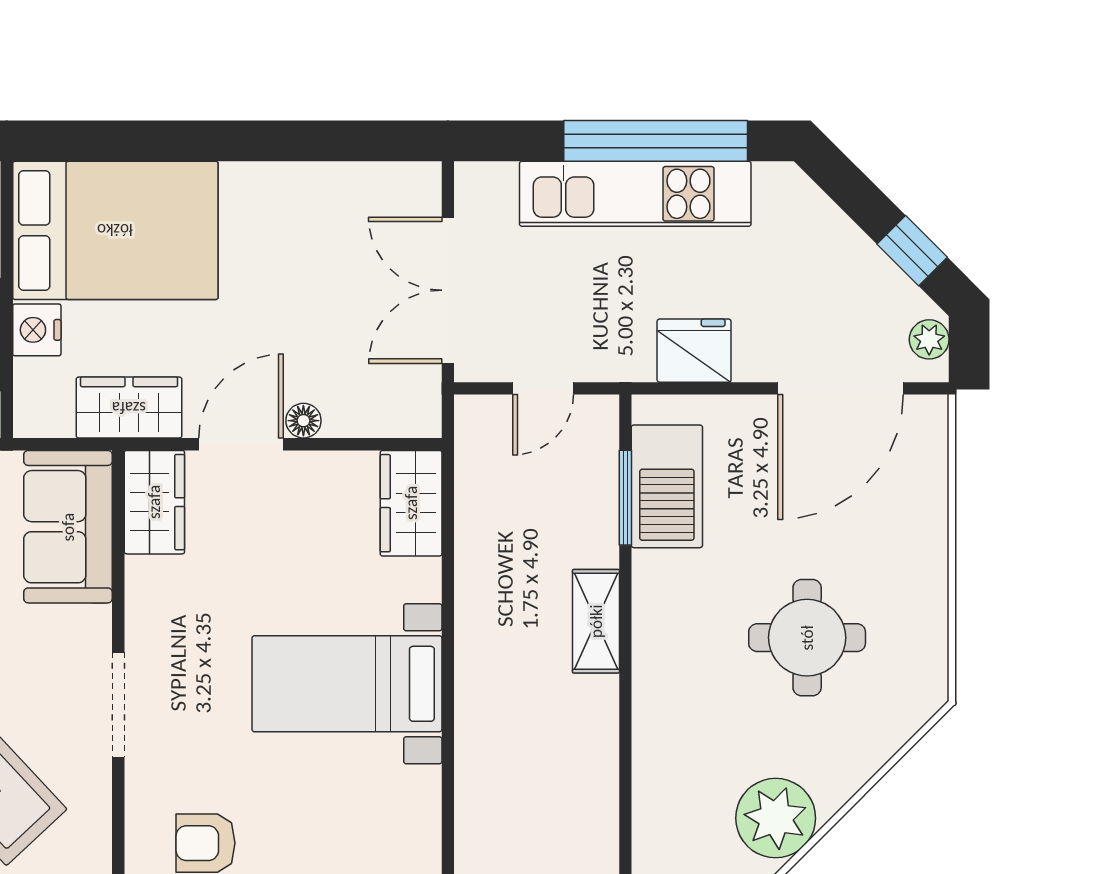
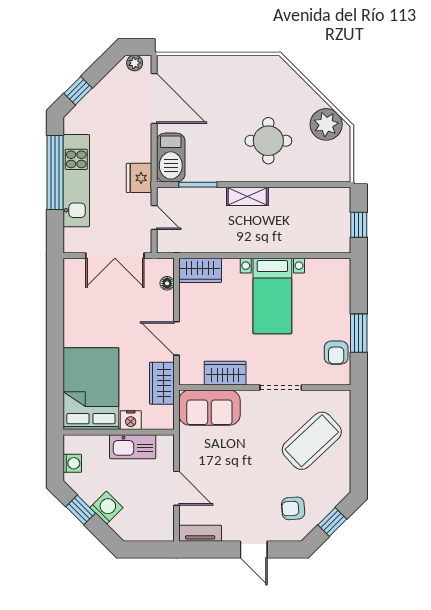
window: (912, 251) -> (78, 91), moved
fridge: (694, 351) -> (139, 178), moved
floor lamp: (303, 421) -> (167, 283), moved
barbecue: (667, 486) -> (171, 158), moved, turned 90
wardrobe: (154, 502) -> (225, 373), moved
round table: (807, 638) -> (268, 141), moved

